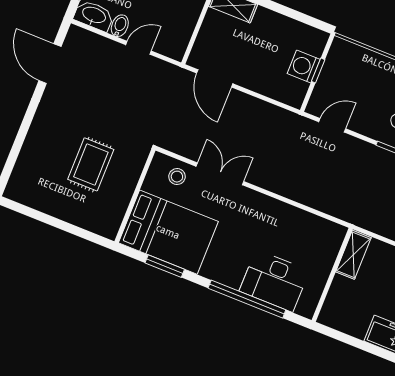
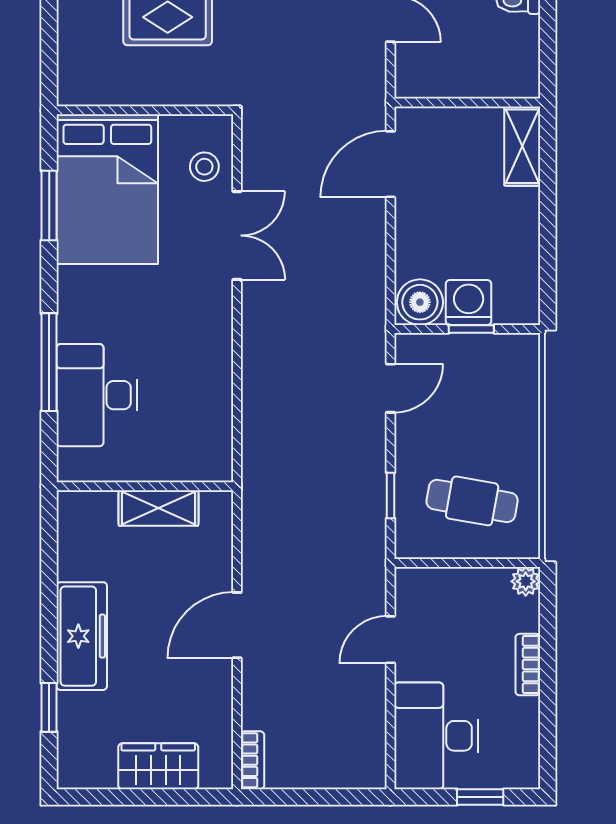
boiler: (293, 92) -> (420, 302), added
door: (332, 125) -> (391, 388), hinge flipped
shelving: (353, 255) -> (158, 508), moved
window: (247, 299) -> (49, 362), width x0.68

